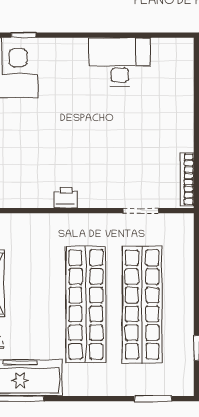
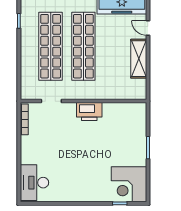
desk: (120, 62) -> (34, 183), moved, turned 90
printer: (66, 198) -> (89, 112), width x1.87, depth x1.48

